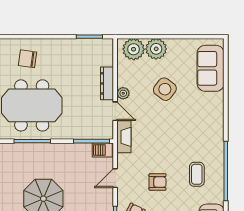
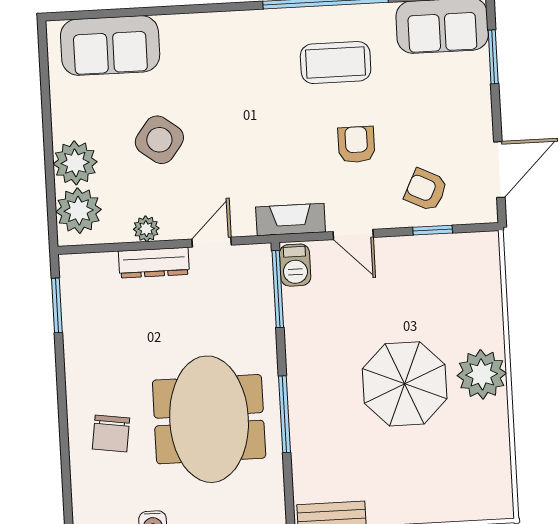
plant: (123, 93) -> (146, 229), moved
fireplace: (124, 137) -> (291, 220), moved
coffee table: (197, 174) -> (336, 63), width x1.36, depth x1.30

